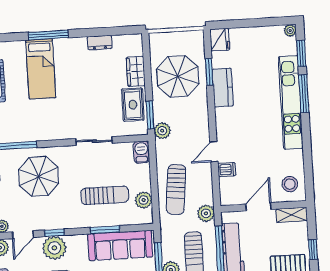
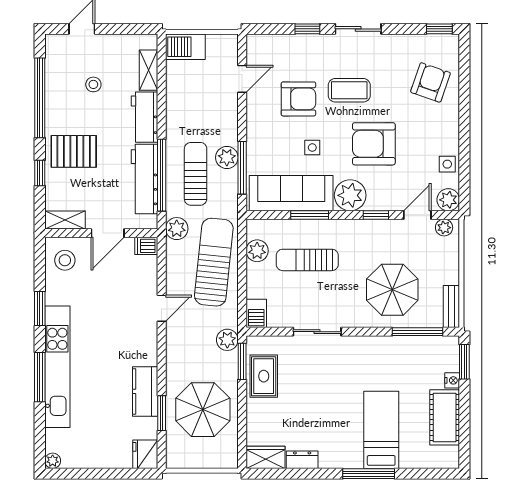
window: (301, 53) -> (40, 308), moved
wardrobe: (136, 71) -> (265, 457), moved, turned -90
dishwasher: (227, 170) -> (146, 246), moved
sun lounger: (176, 189) -> (214, 262), width x1.36, depth x1.34
plant: (54, 248) -> (350, 195), moved

